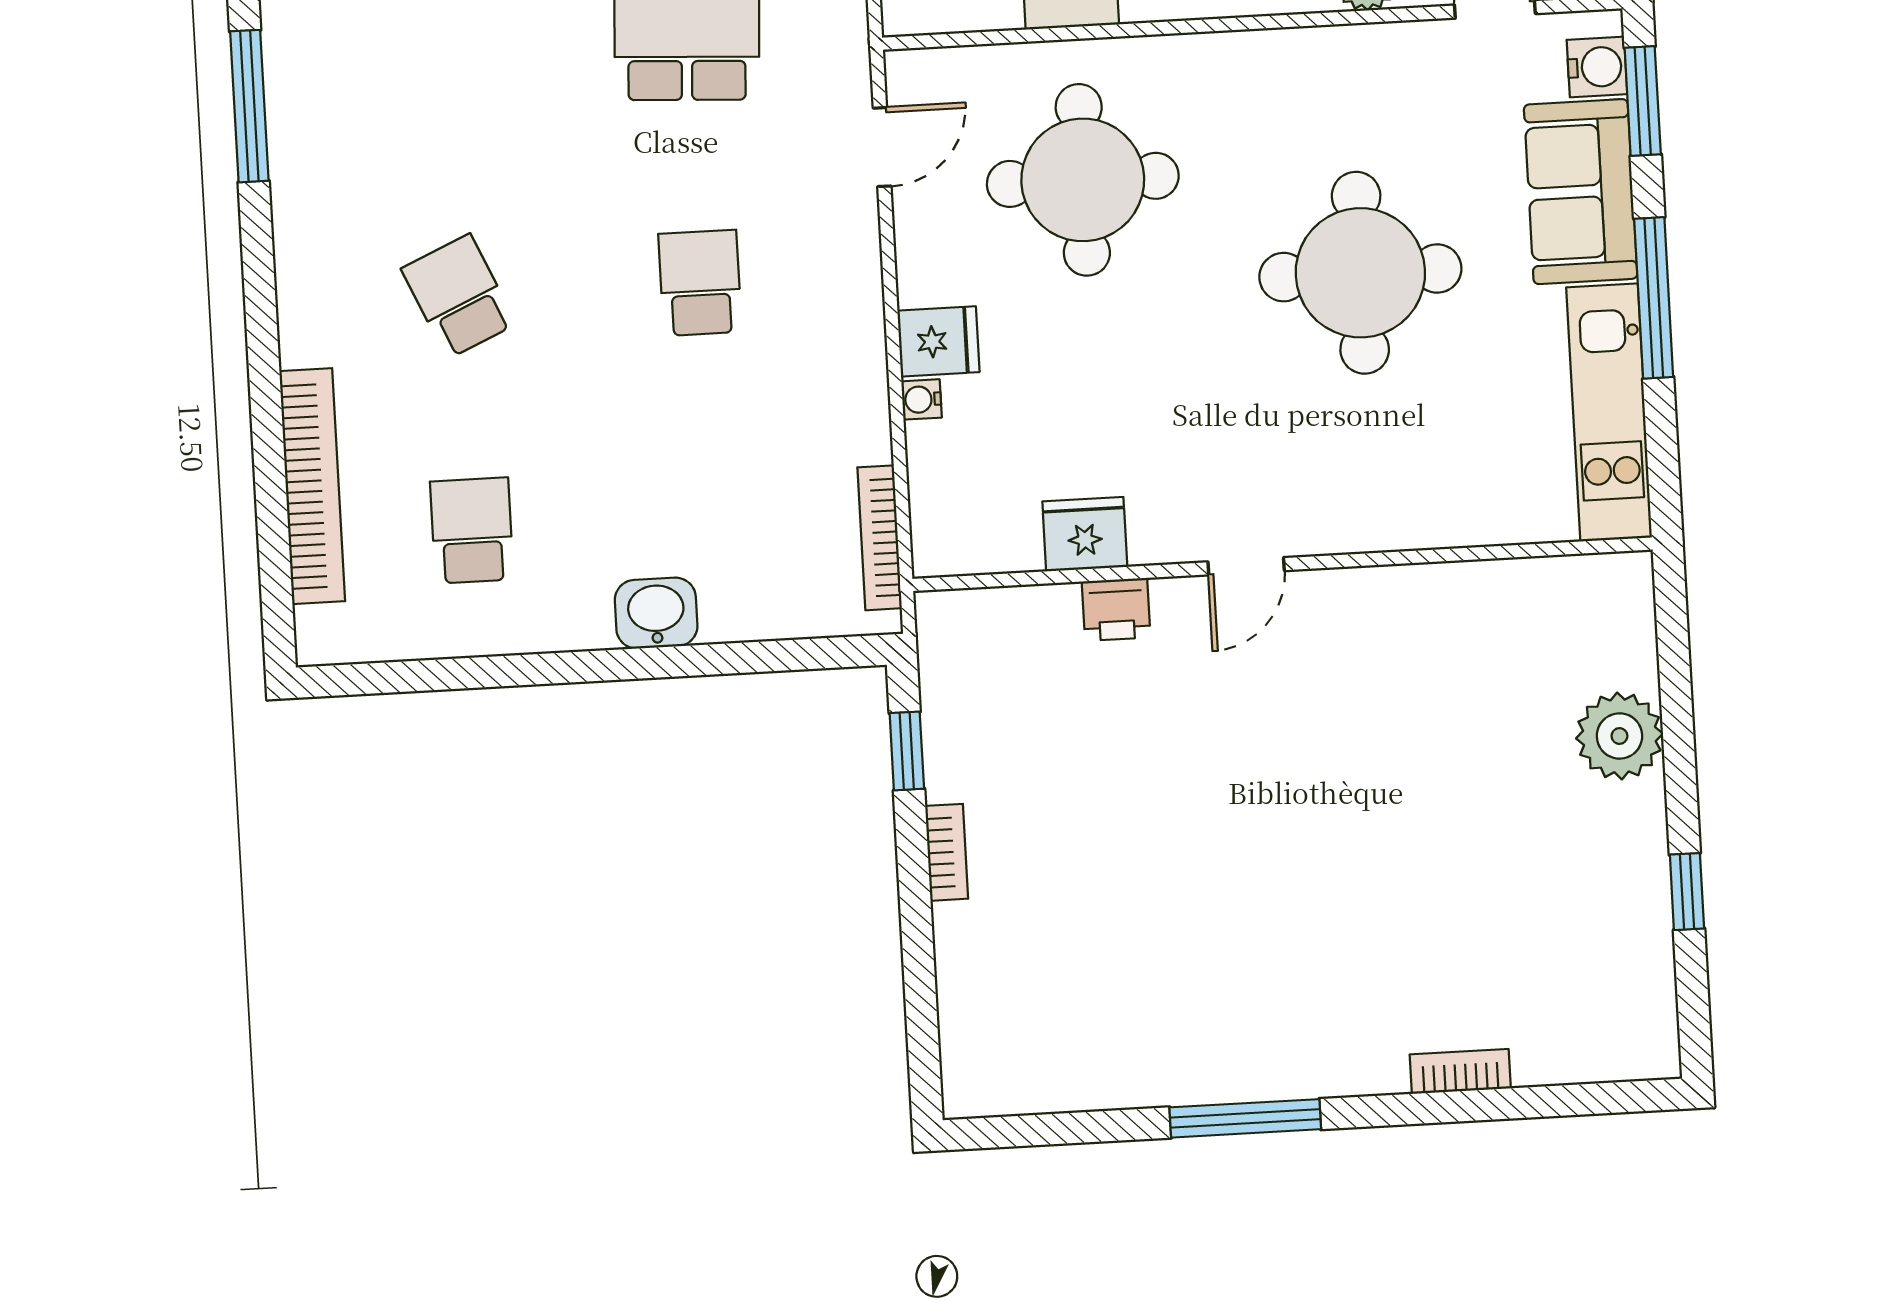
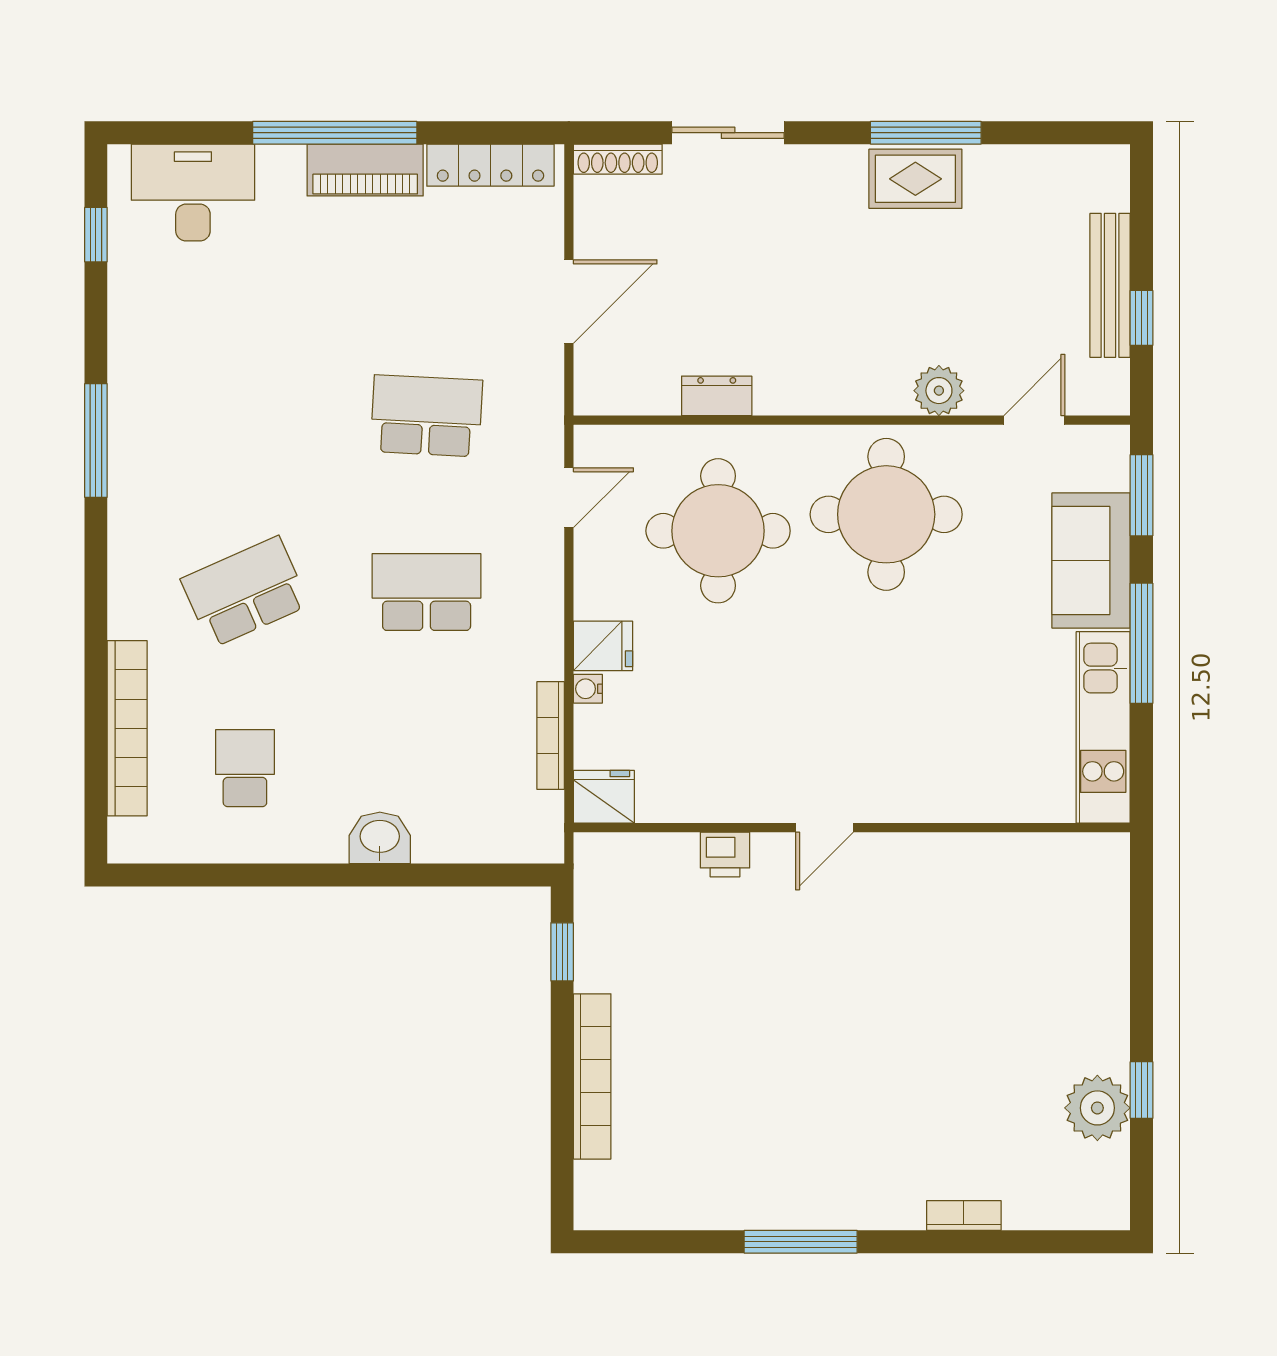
water cooler: (1597, 67) -> (1109, 468), removed
round table: (1360, 273) -> (886, 514), moved
school desk: (700, 283) -> (427, 592), width x1.85
school desk: (459, 296) -> (245, 592), width x1.85
fridge: (1085, 534) -> (604, 797), moved
bookcase: (880, 538) -> (551, 735), moved
plant: (1619, 736) -> (1097, 1108), moved
bookcase: (947, 852) -> (592, 1076), width x2.31, depth x1.31

